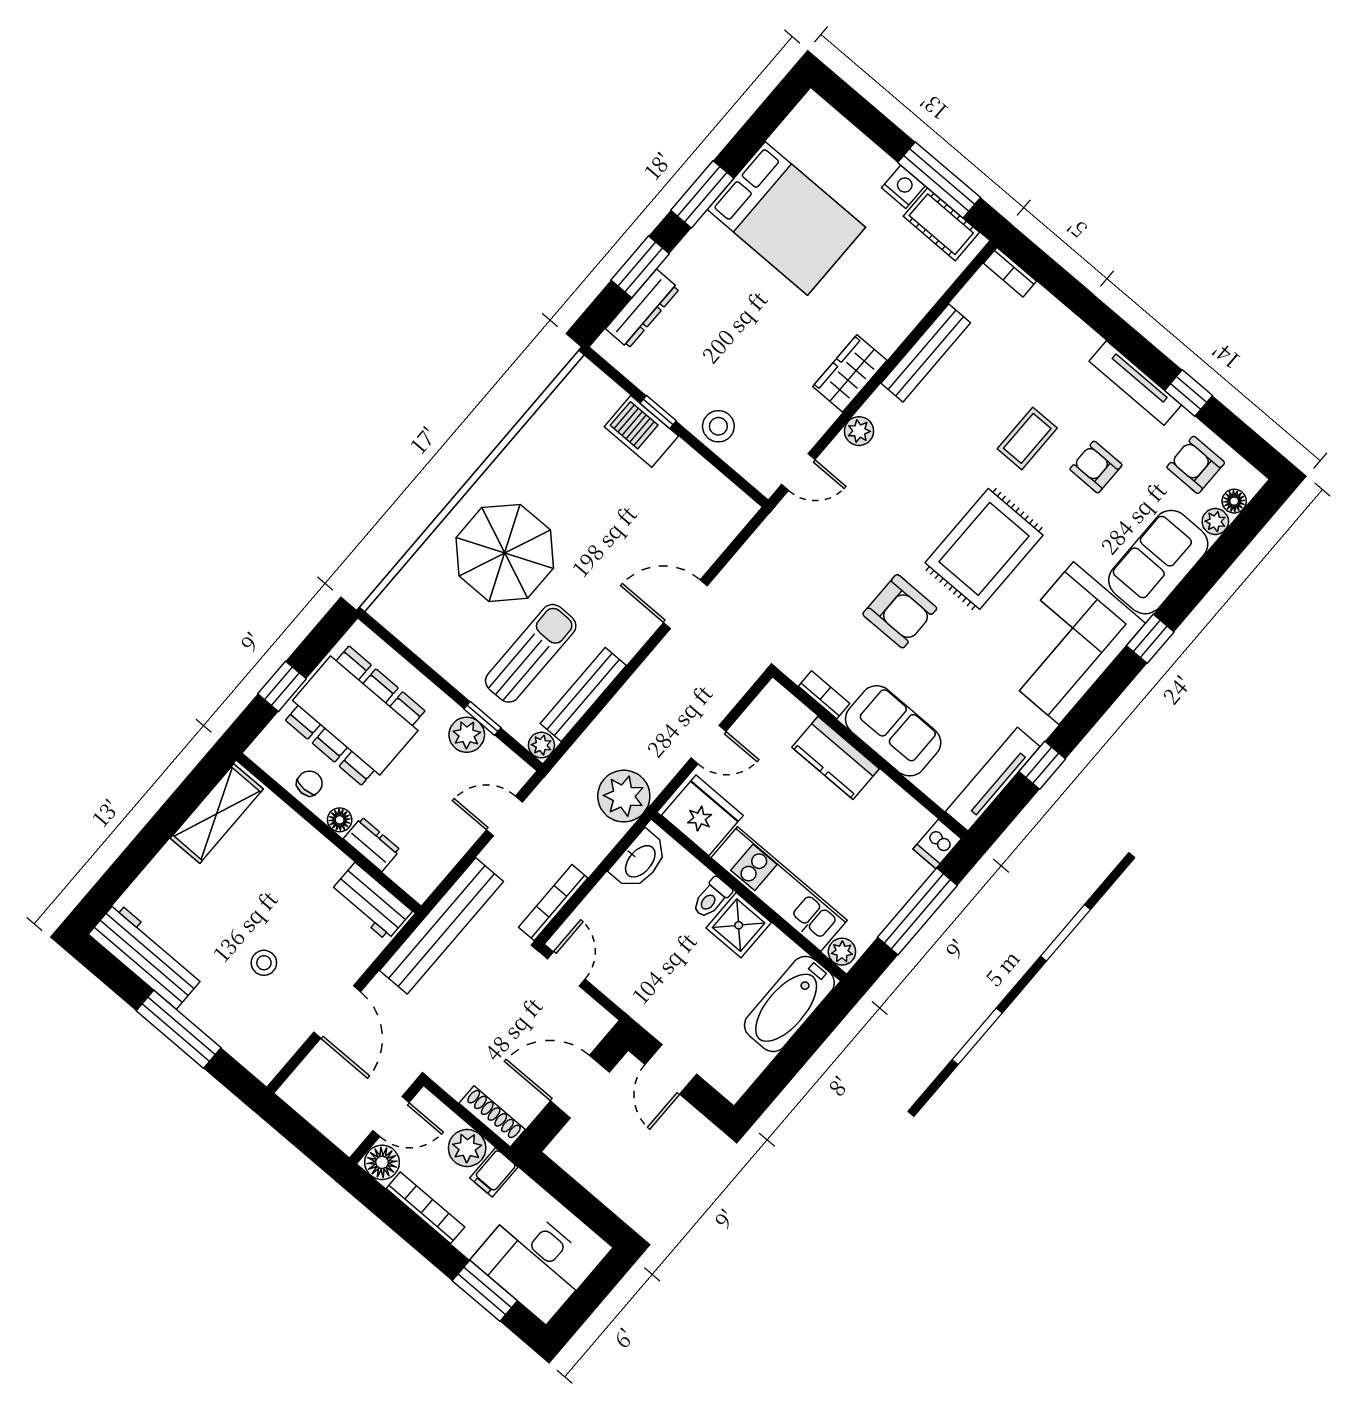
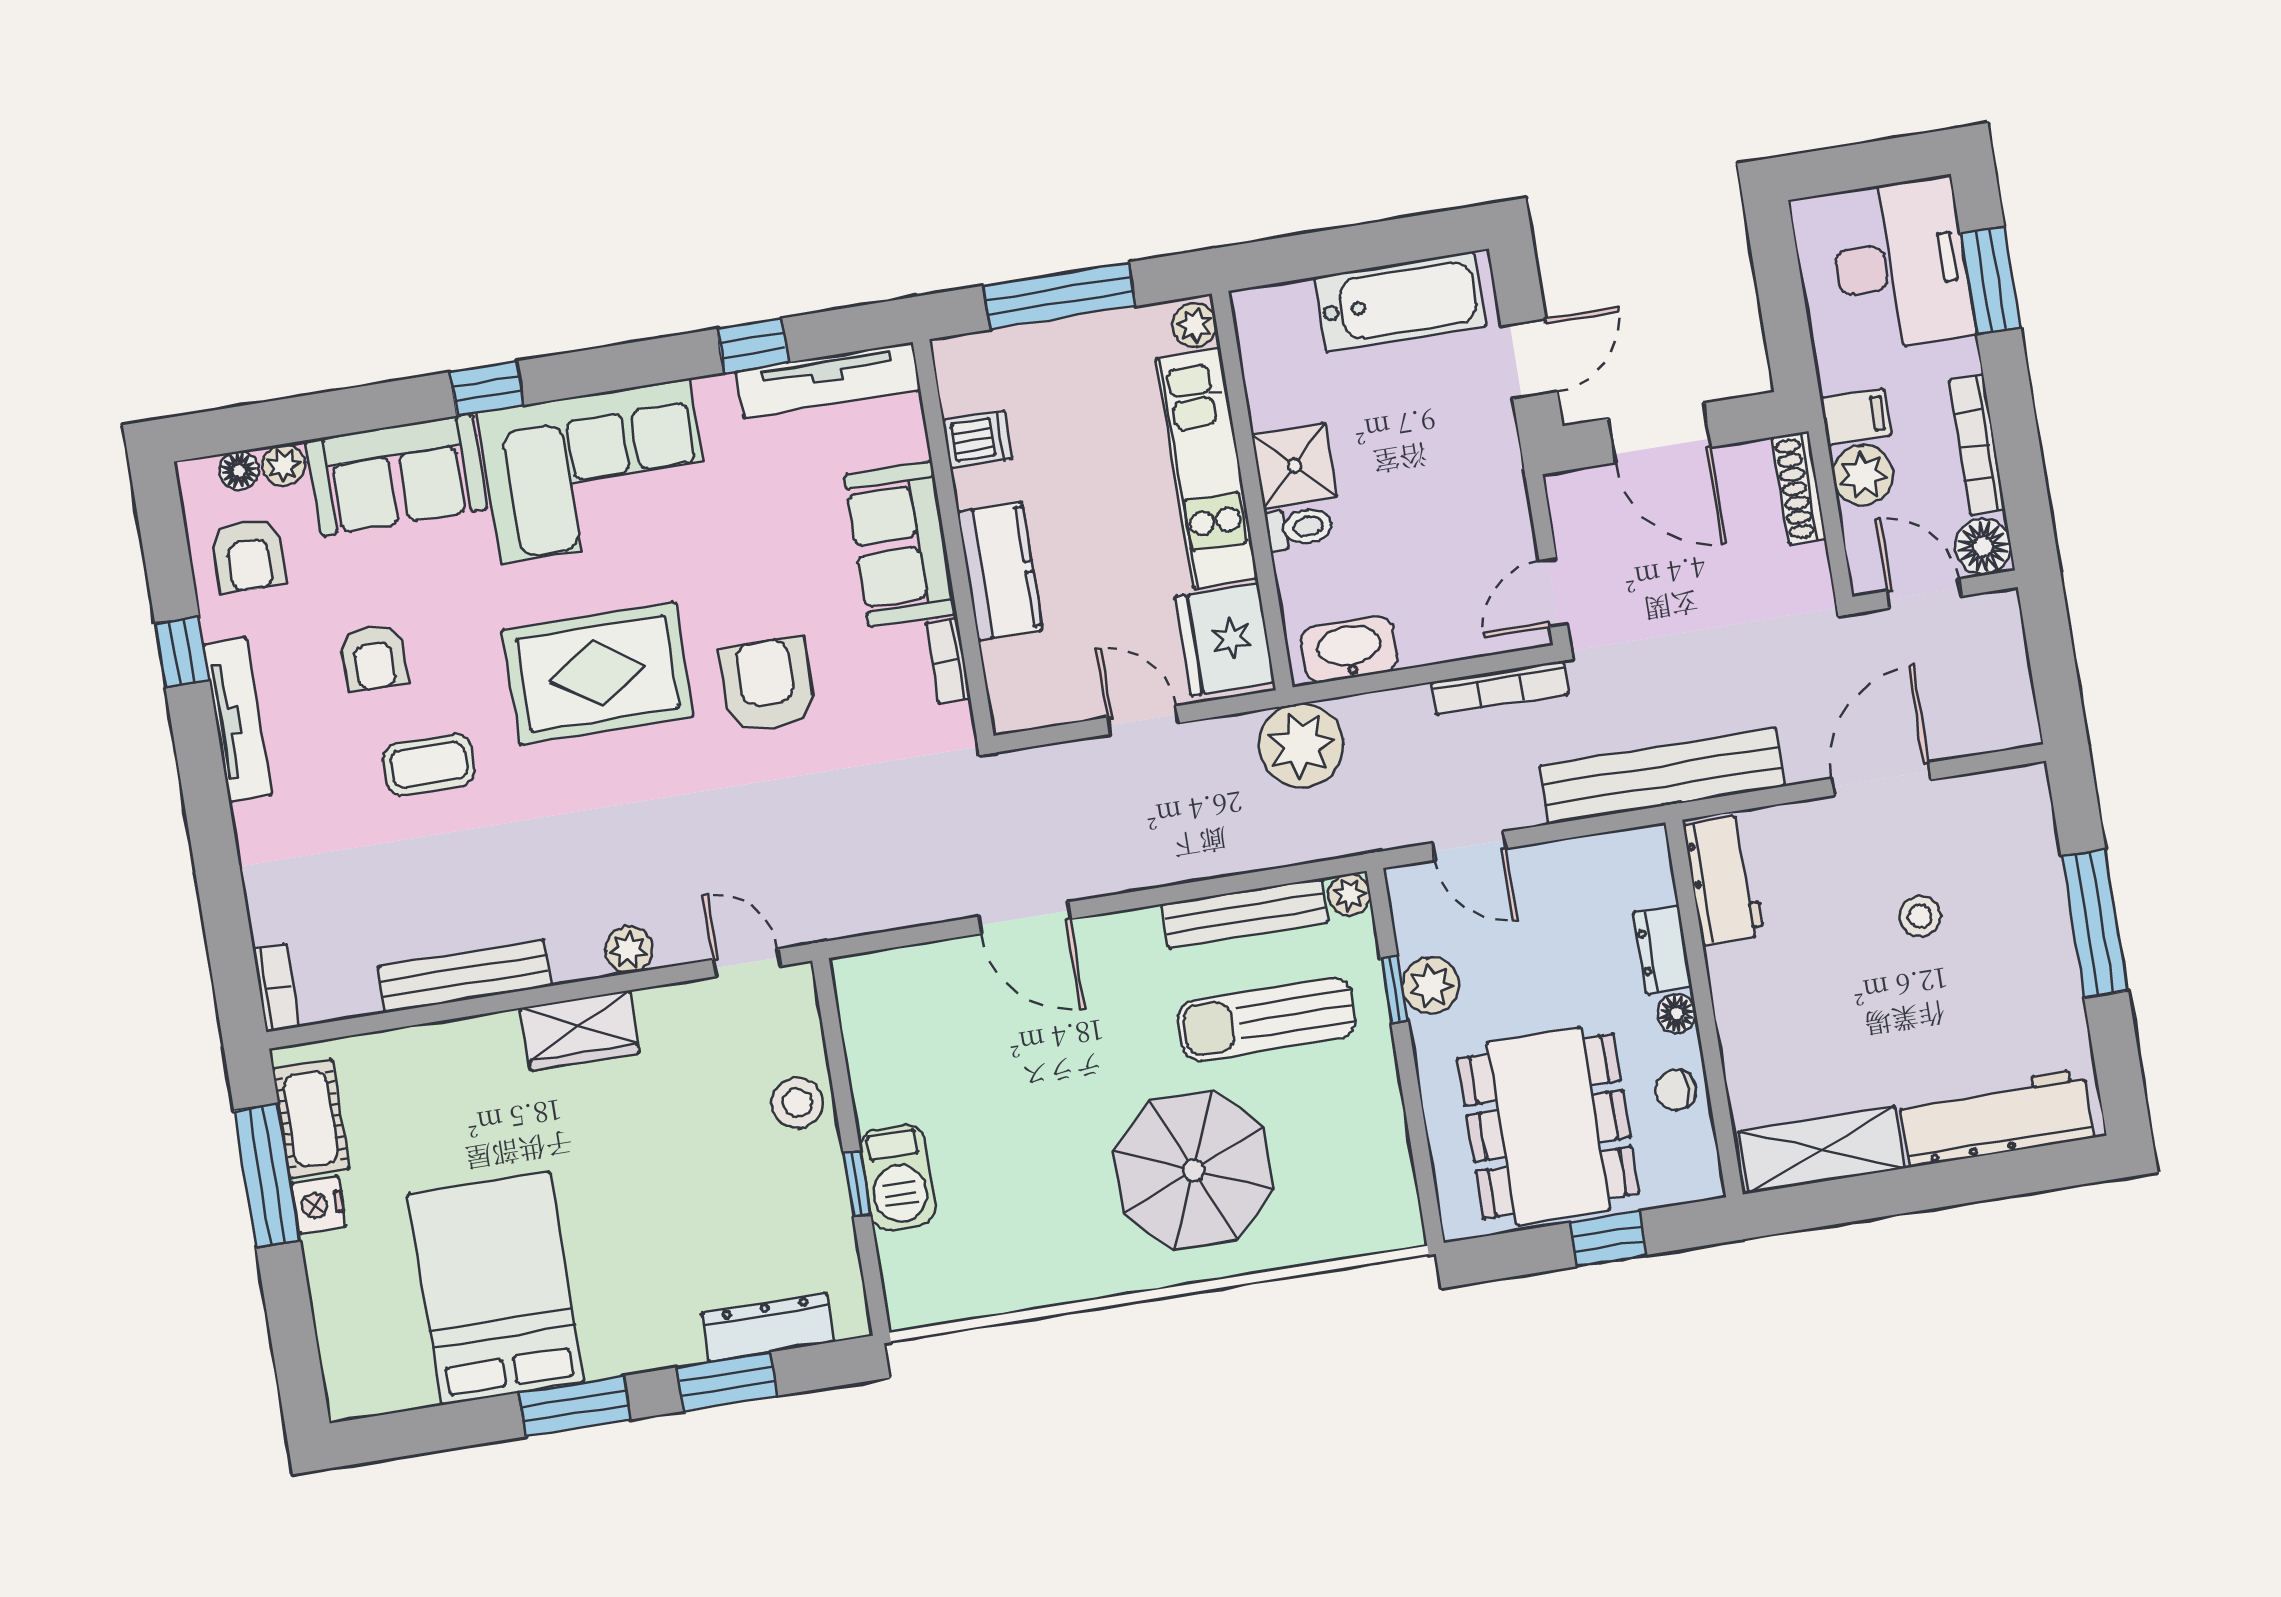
dishwasher: (937, 844) -> (978, 439), moved
workbench: (146, 955) -> (1996, 1118), moved, turned 90
bathtub: (789, 1004) -> (1400, 302), moved

